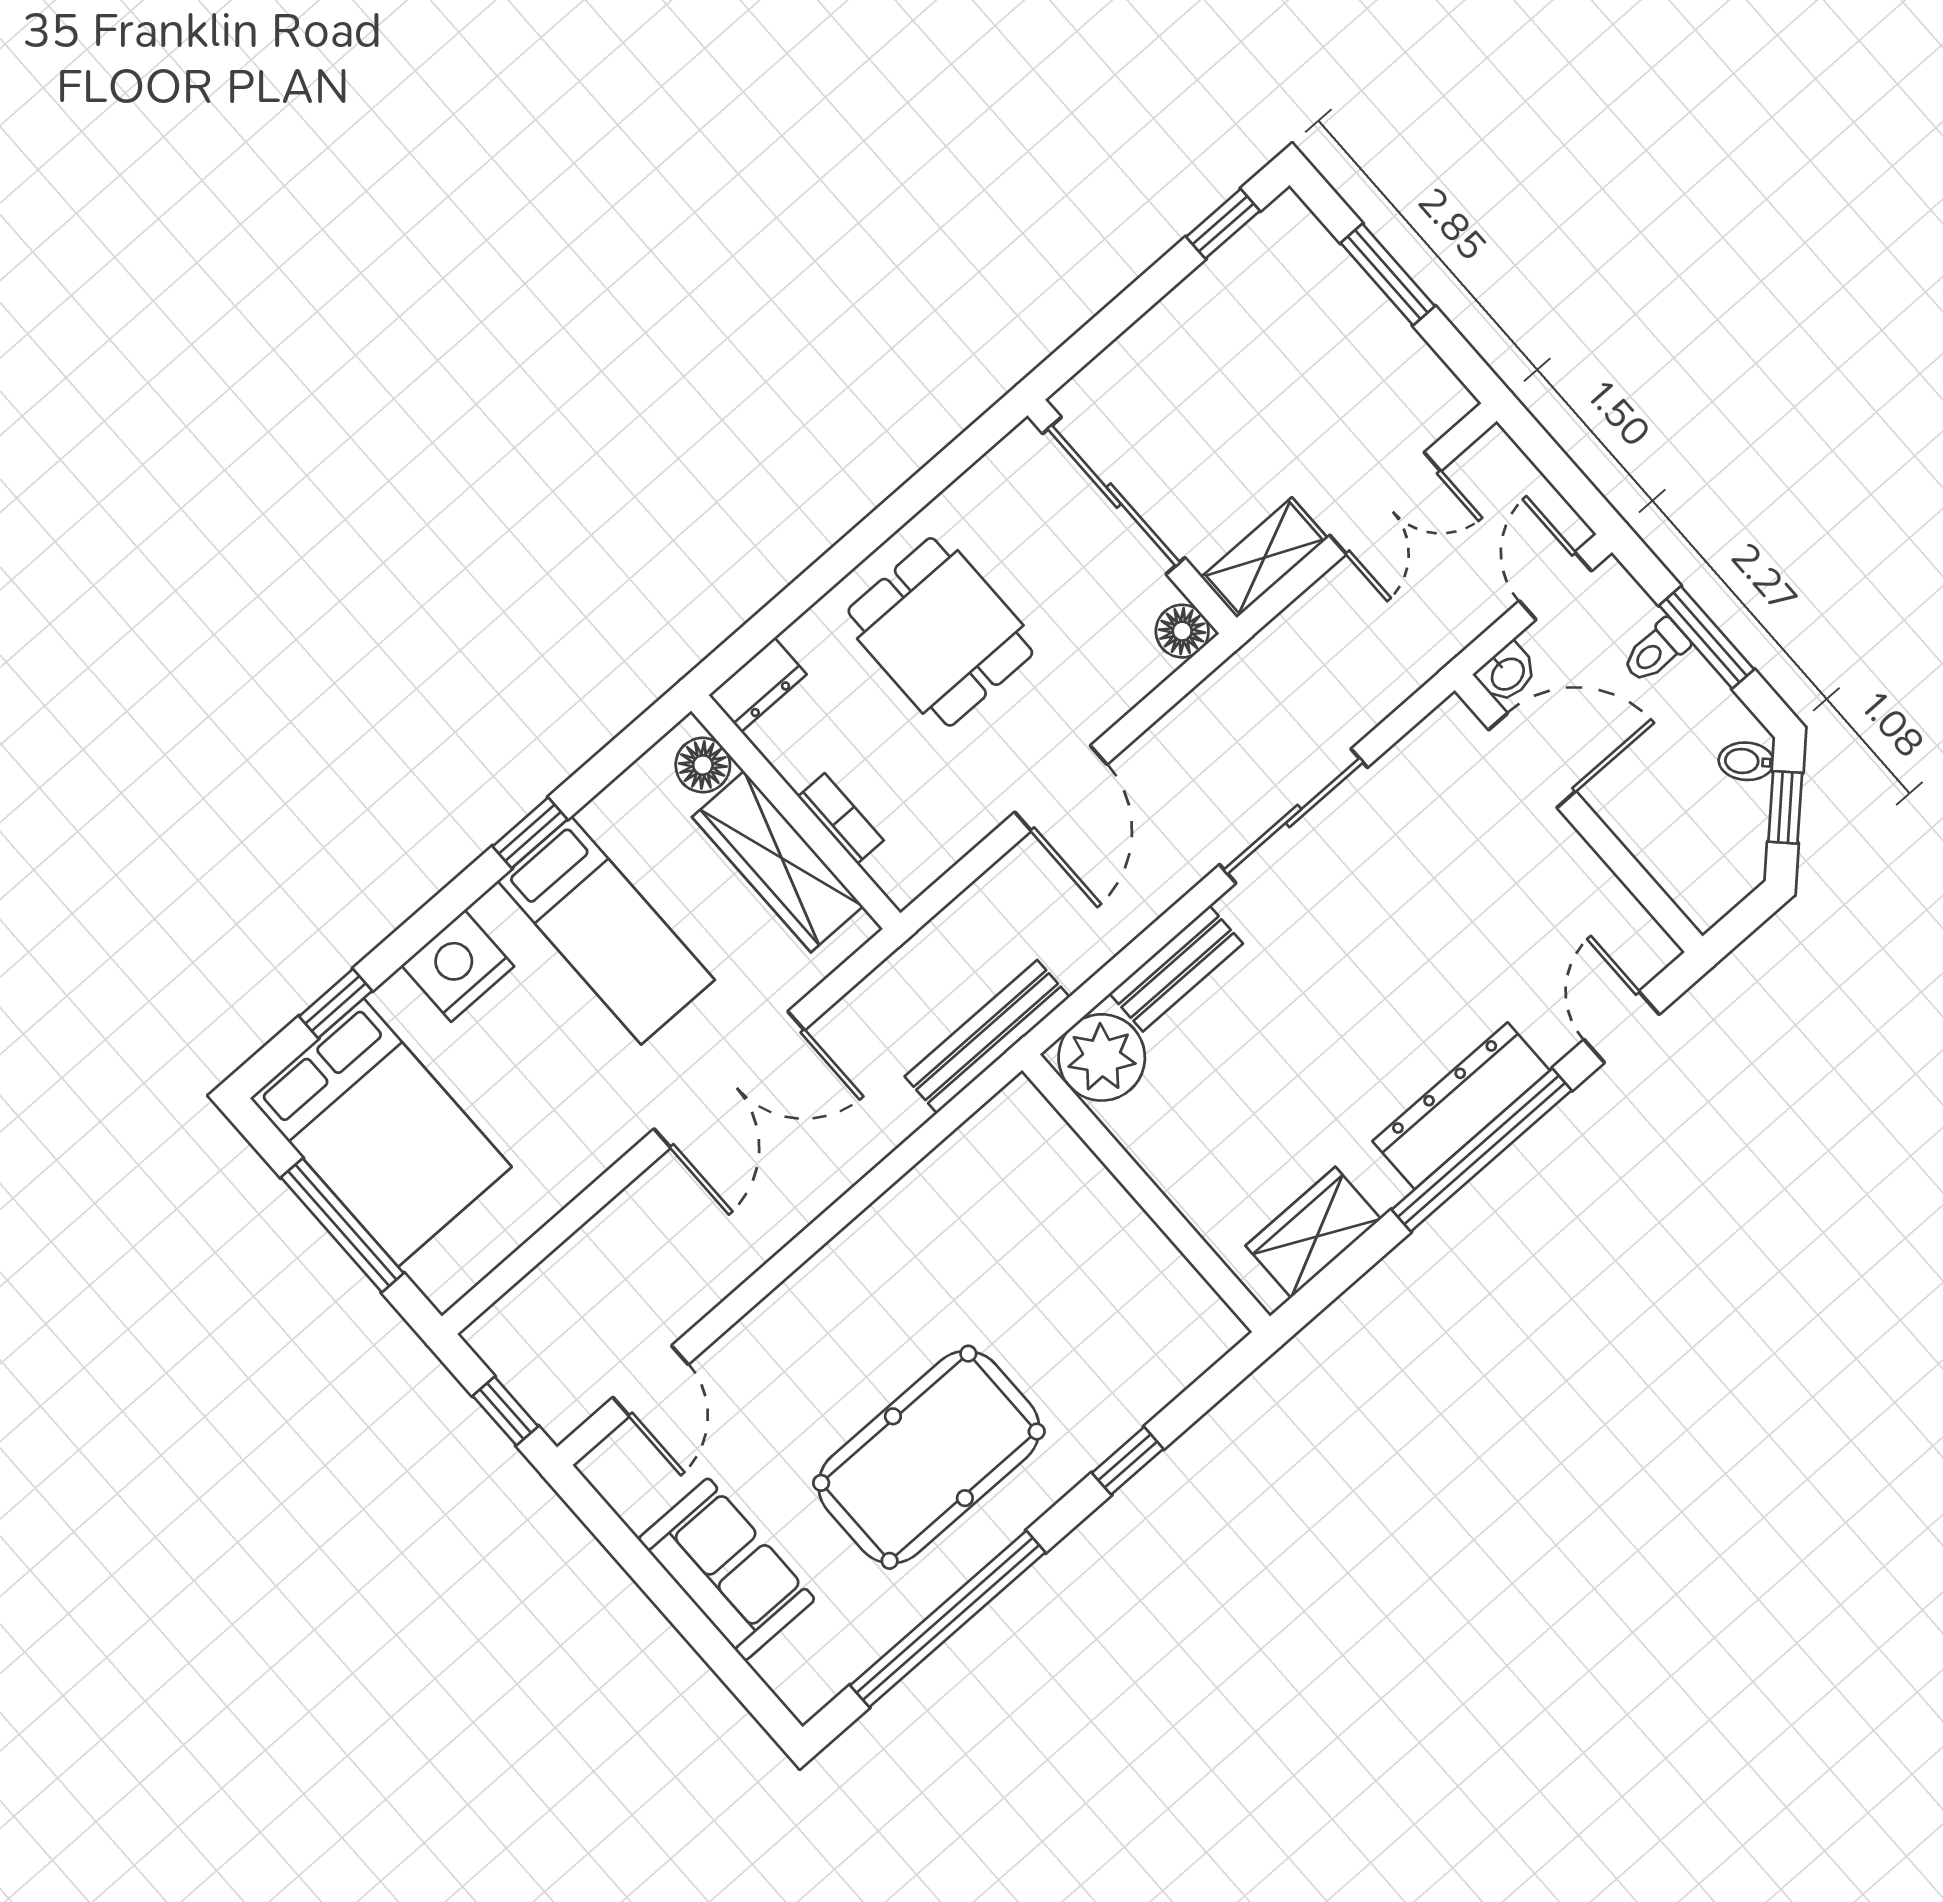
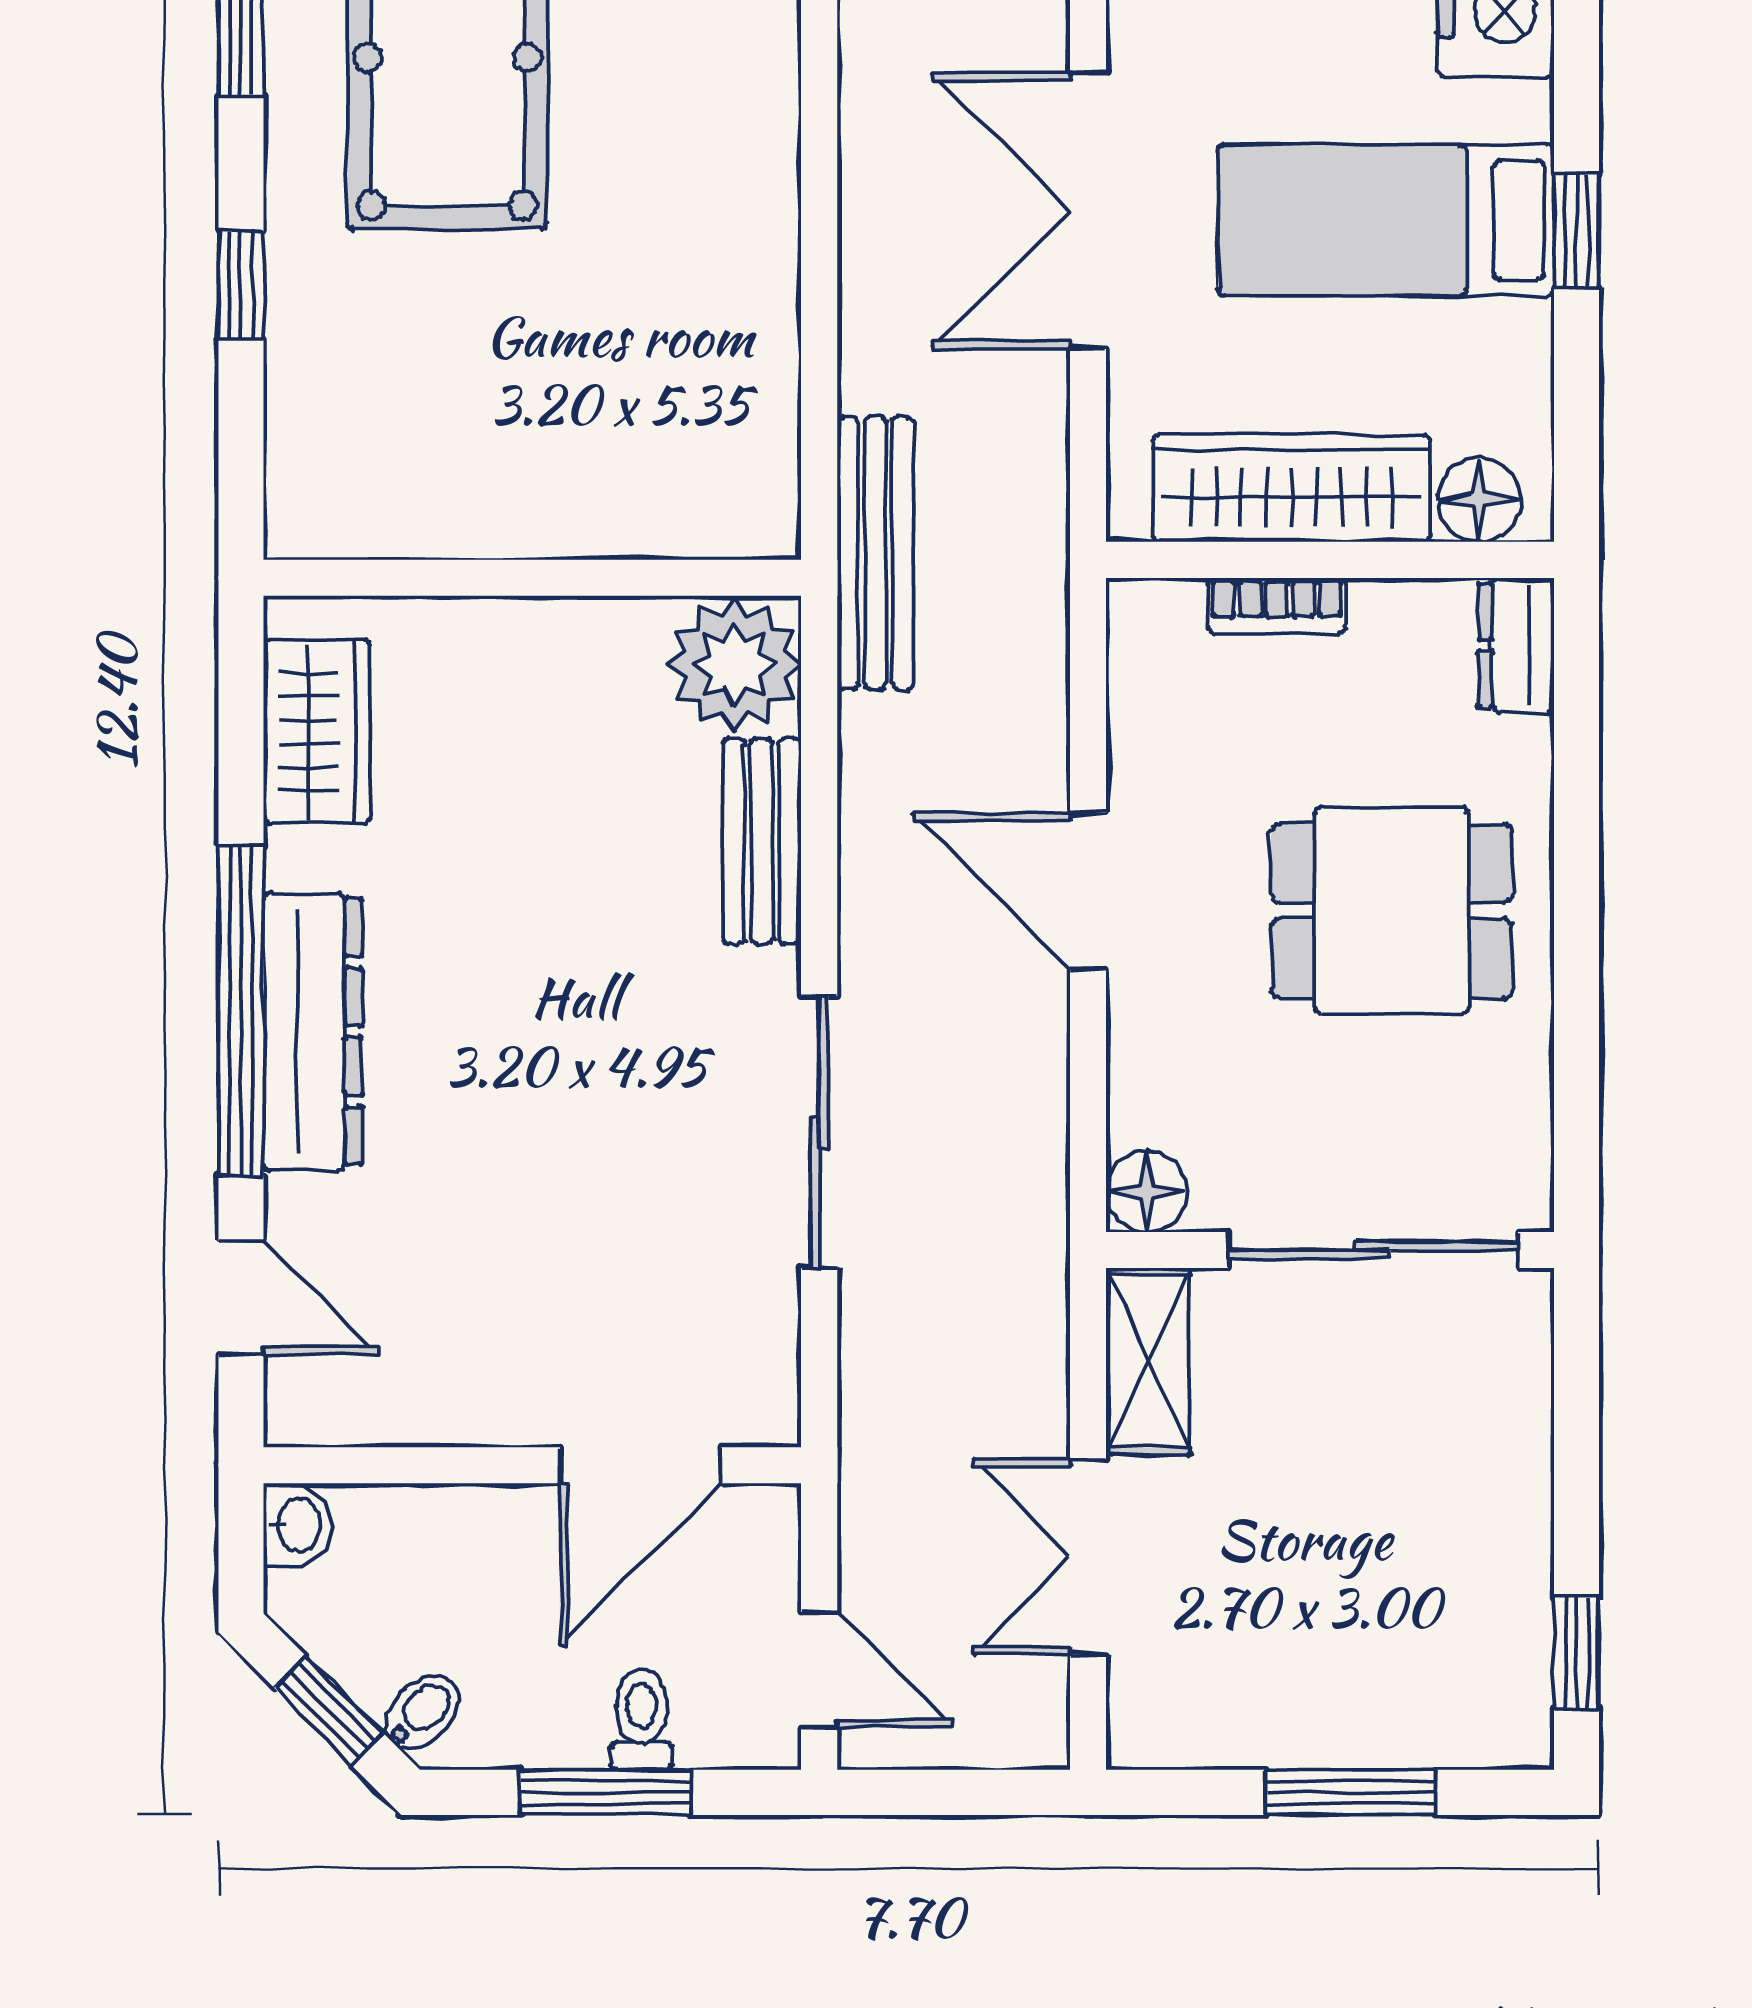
washbasin: (1507, 673) -> (297, 1525), moved, turned 180

